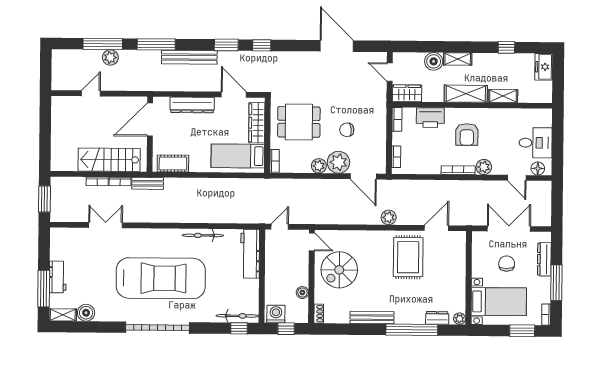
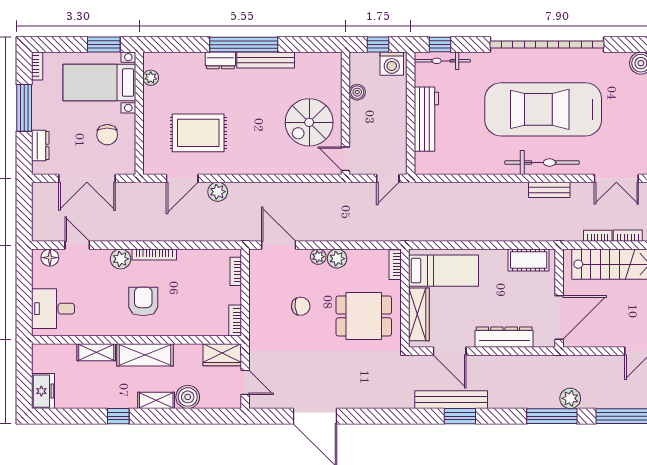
window: (262, 45) -> (413, 416), removed
window: (506, 47) -> (118, 416), moved
plant: (110, 57) -> (570, 398), moved
bench: (189, 57) -> (451, 400), moved
printer: (430, 118) -> (191, 323), removed
desk: (536, 143) -> (53, 309), moved
plant: (338, 162) -> (318, 257), width x0.53, depth x0.53
bench: (148, 183) -> (549, 190), moved
plant: (389, 217) -> (218, 192), moved
bicycle: (203, 235) -> (542, 163), moved, width x1.37, depth x1.40
workbench: (250, 254) -> (426, 119), moved
rug: (408, 257) -> (198, 133), moved, turned 90
dresser: (544, 259) -> (40, 146), width x0.70
chair: (507, 264) -> (107, 135), moved
spiral stairs: (339, 270) -> (309, 122), turned 180
shoe rack: (319, 314) -> (336, 65), removed
dresser: (437, 318) -> (220, 60), moved
plant: (460, 319) -> (151, 78), moved
garage door: (157, 328) -> (547, 45), width x1.36
window: (412, 330) -> (244, 45), moved
window: (522, 331) -> (104, 45), moved

